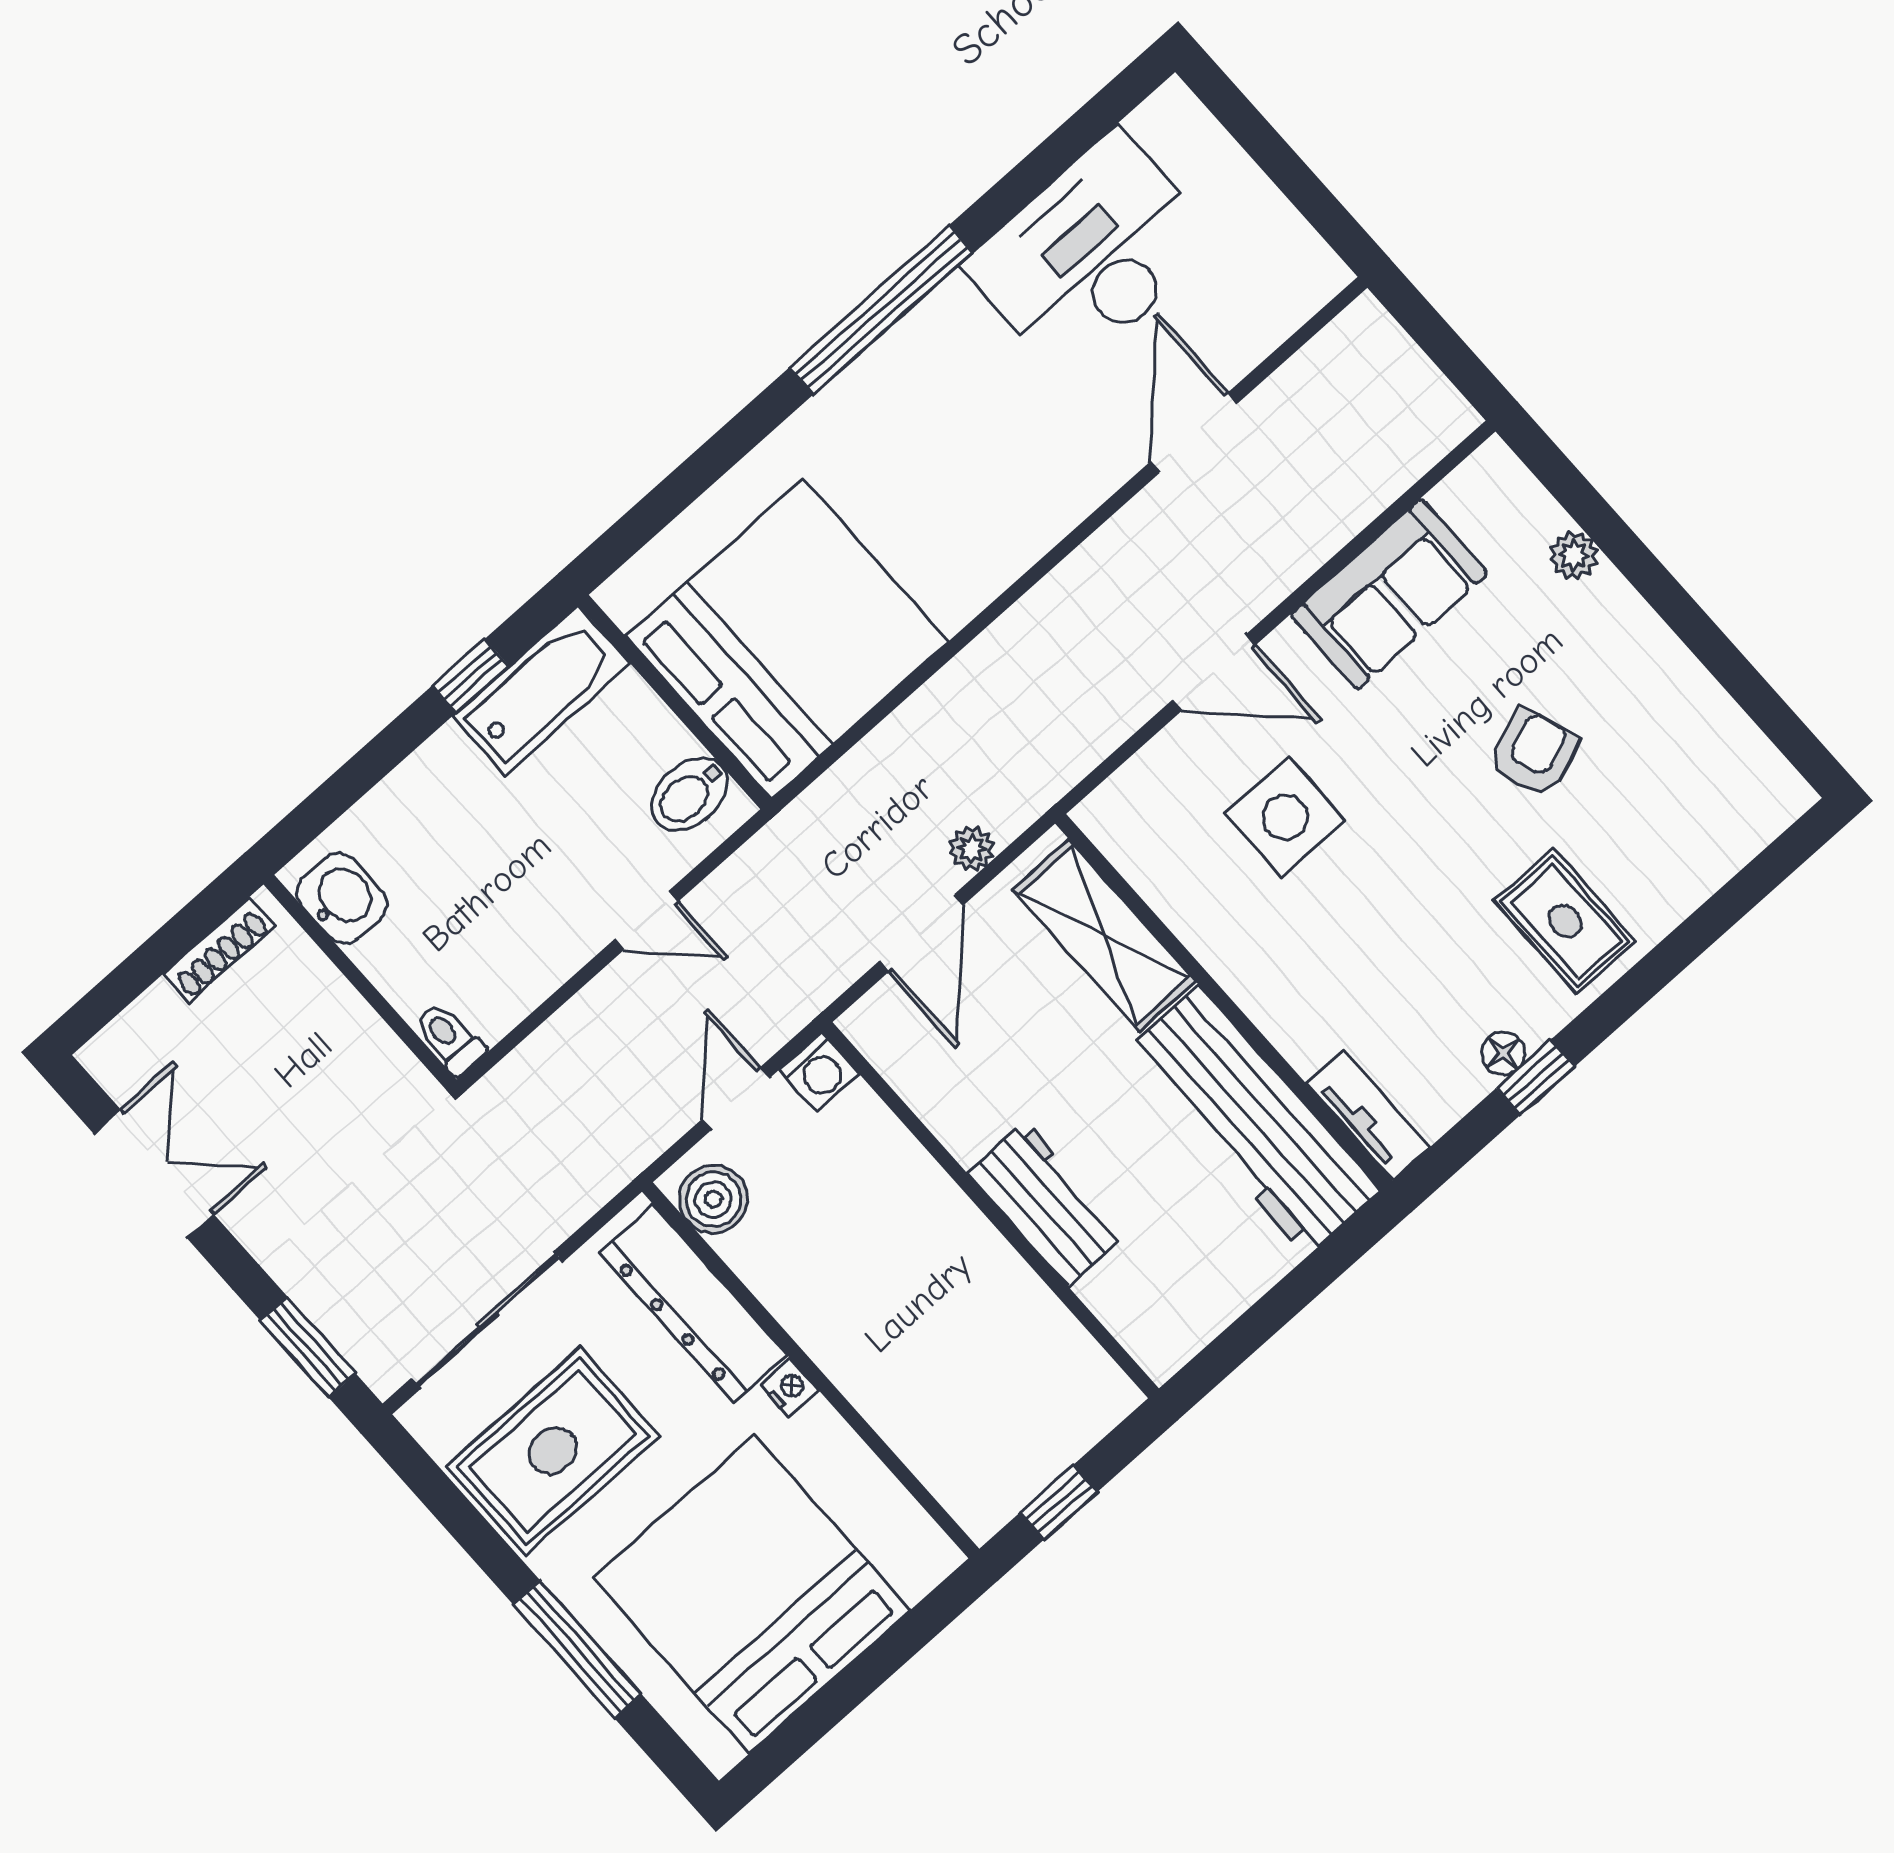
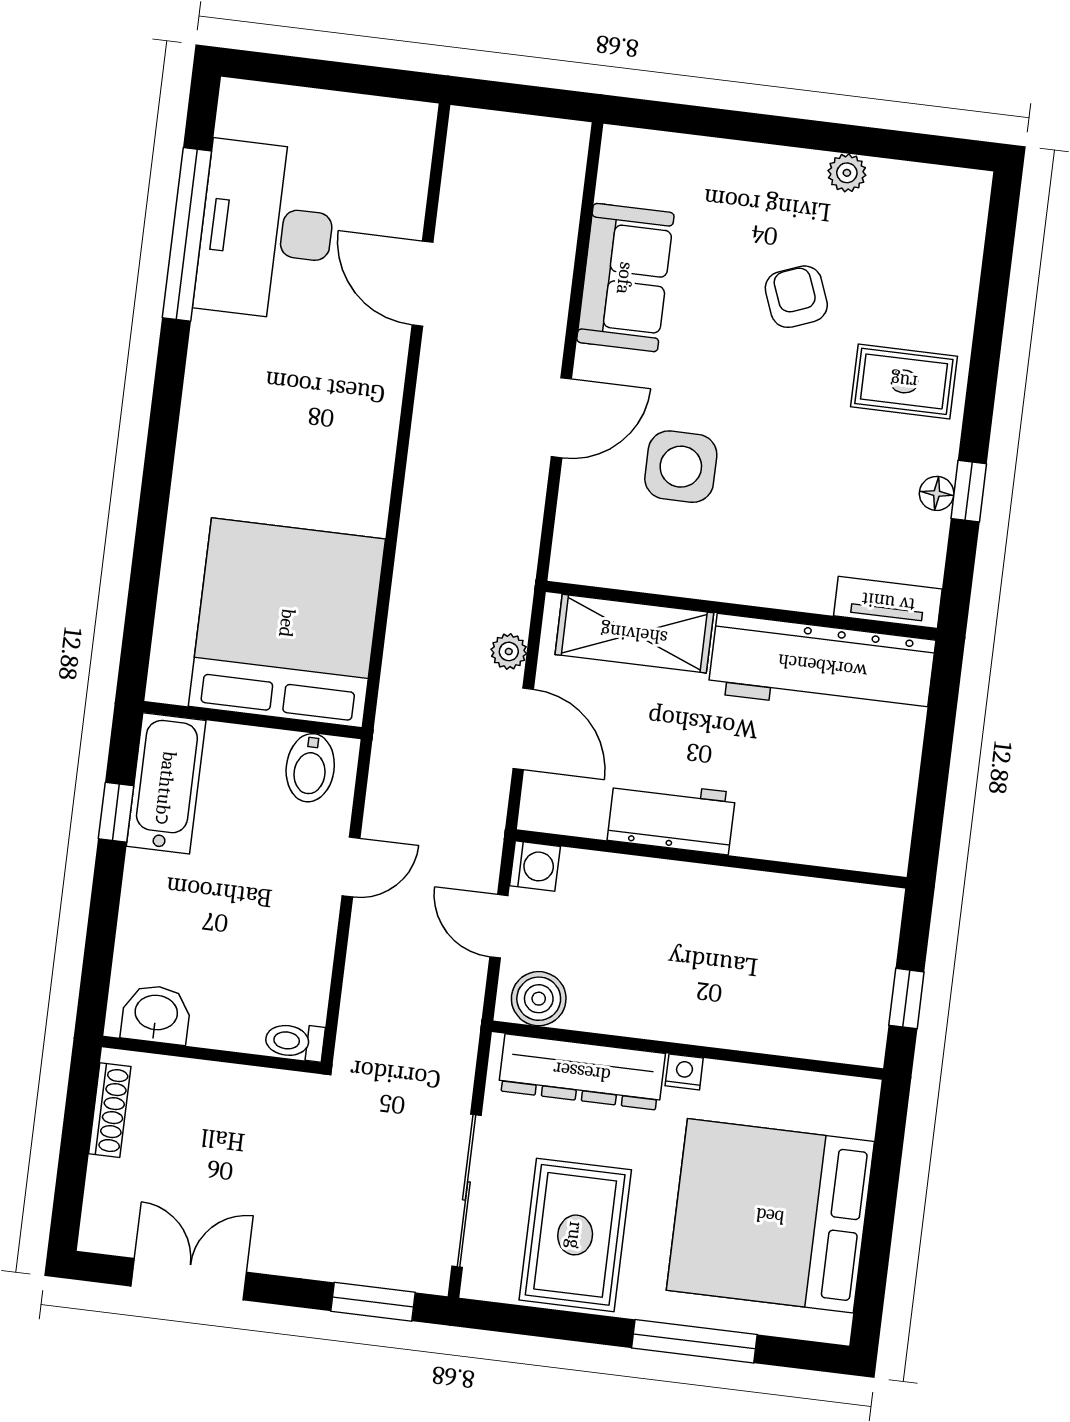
window: (881, 310) -> (187, 234), moved
plant: (1574, 555) -> (847, 173), moved
workbench: (1047, 1204) -> (671, 817), moved

